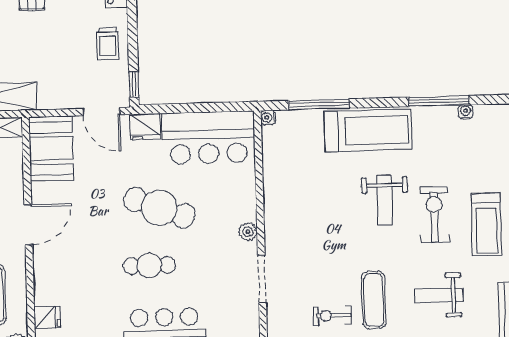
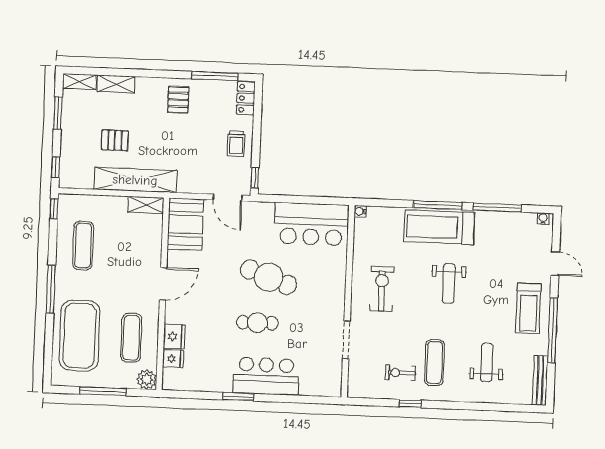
window: (319, 104) -> (438, 205), moved
water cooler: (466, 112) -> (543, 219), moved
fridge: (145, 127) -> (174, 337), moved, turned -90
treadmill: (368, 131) -> (439, 227), turned 180
exercise bike: (434, 215) -> (382, 289), moved
plant: (248, 232) -> (338, 301), removed
weight bench: (439, 295) -> (487, 362), turned 90

